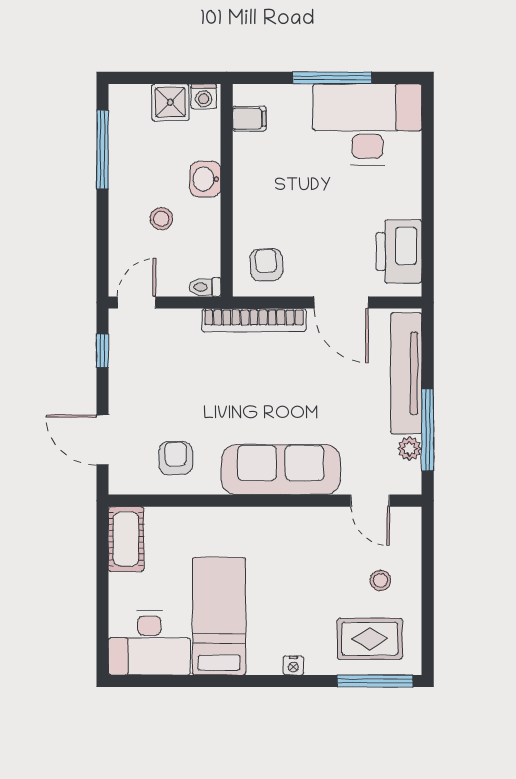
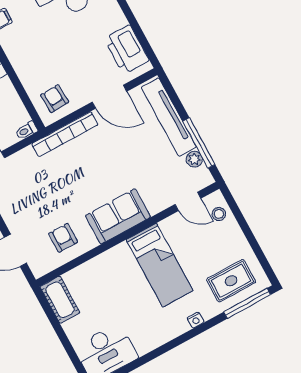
sofa: (281, 469) -> (118, 216), width x0.73
stool: (380, 581) -> (219, 214), moved
bed: (219, 616) -> (160, 265), moved, turned 180

